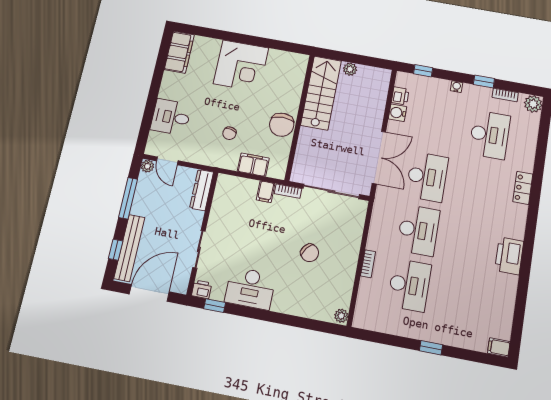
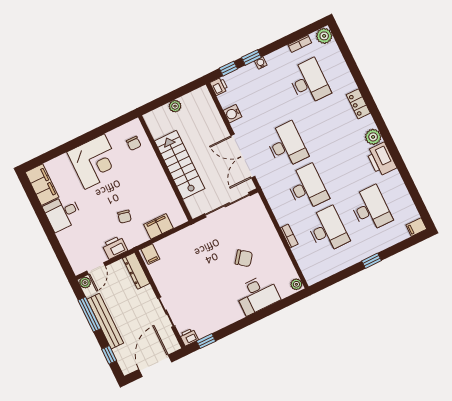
window: (484, 82) -> (251, 57), moved
stairs: (321, 93) -> (180, 165), moved
printer: (400, 96) -> (219, 86), moved
desk: (171, 117) -> (63, 213), moved
chair: (282, 125) -> (134, 143), moved, width x0.54, depth x0.54
printer: (199, 154) -> (115, 247), added
double door: (379, 157) -> (243, 156), swing flipped
door: (167, 161) -> (96, 269), hinge flipped
bookcase: (288, 191) -> (197, 227), removed
filing cabinet: (266, 192) -> (150, 254), moved
plant: (516, 229) -> (373, 137), added
bench: (129, 248) -> (105, 321), moved
desk: (250, 288) -> (257, 295), moved
desk: (466, 296) -> (371, 209), added

